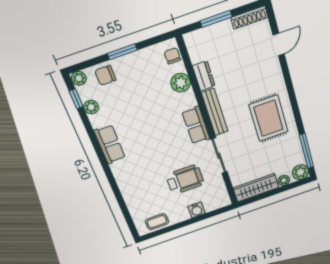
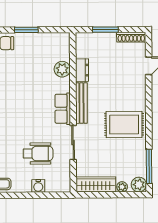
chair: (172, 56) -> (63, 46), removed
rug: (268, 118) -> (124, 124), turned 90

